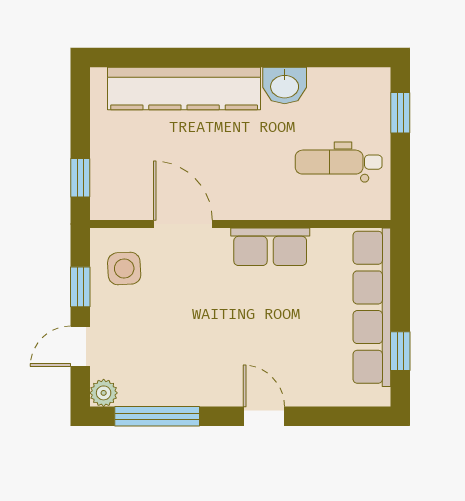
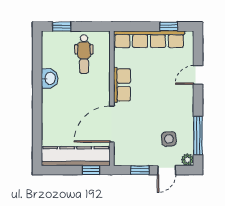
kitchen counter: (184, 89) -> (76, 156), moved, turned -90
door: (183, 224) -> (112, 124), width x1.36
side table: (124, 268) -> (169, 139), moved
door: (80, 346) -> (167, 170), hinge flipped
door: (264, 416) -> (198, 75), moved

